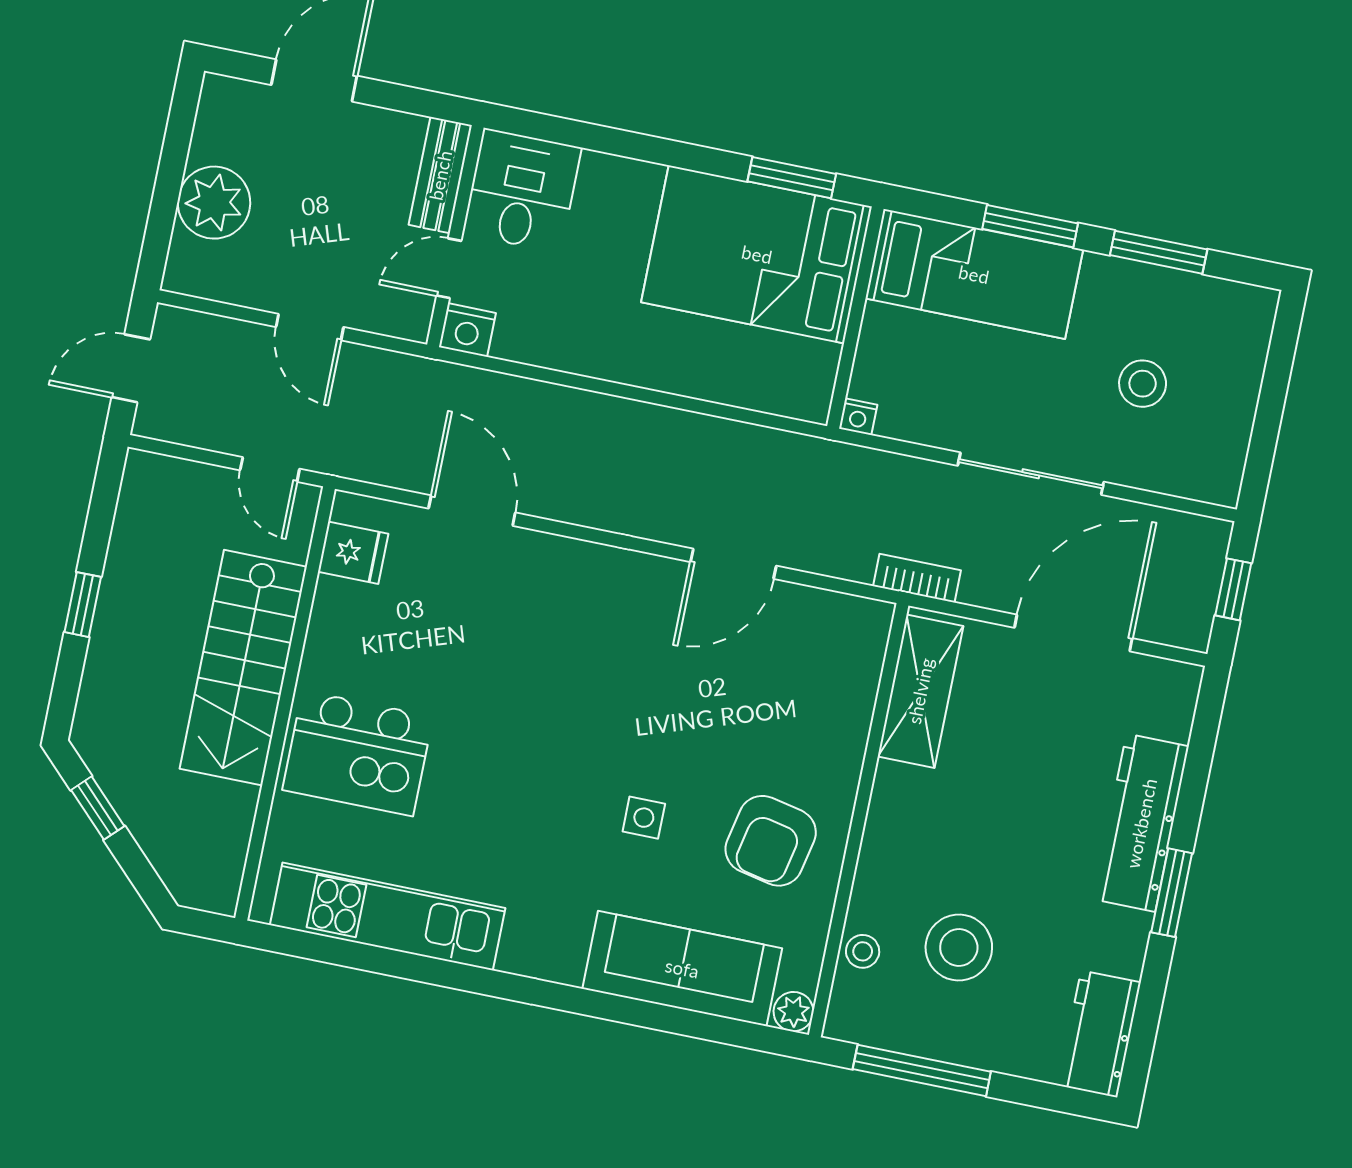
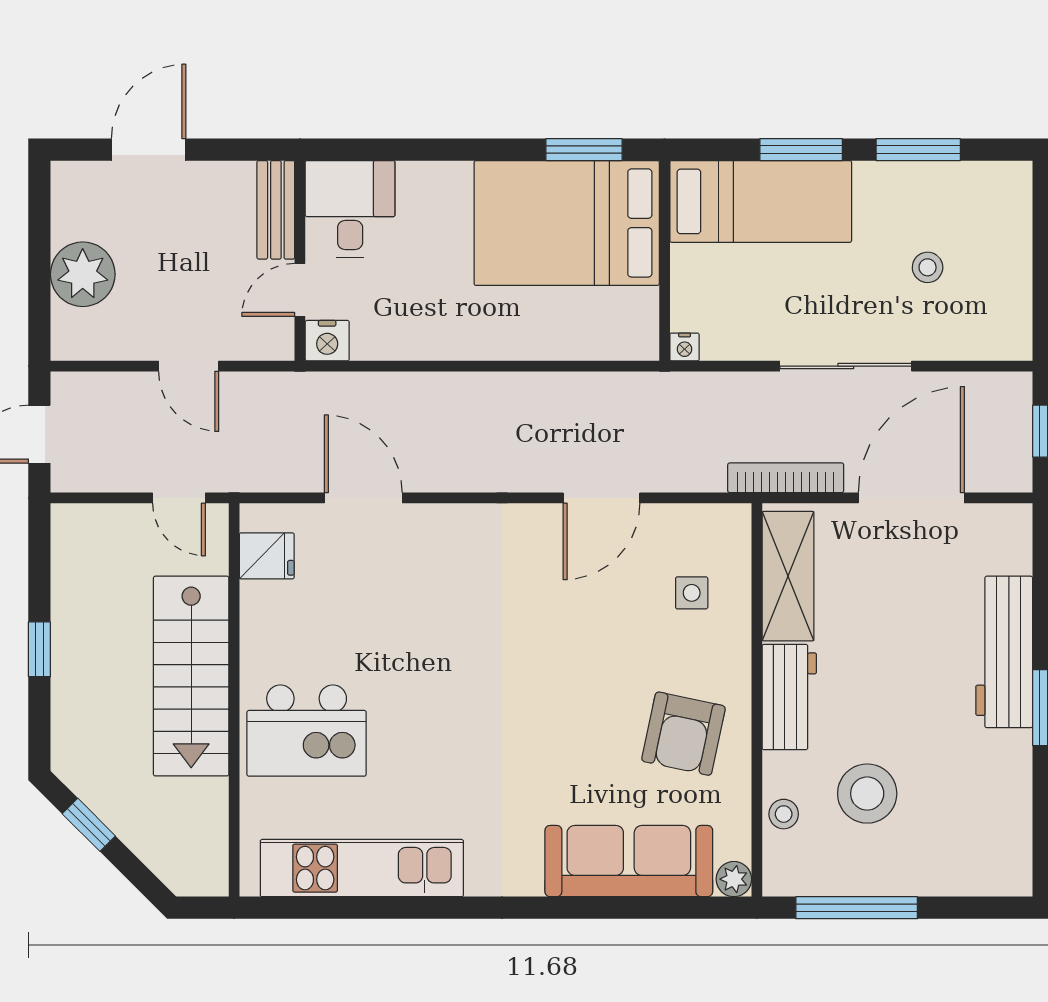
stool: (1143, 384) -> (928, 267), width x0.73, depth x0.73
bookcase: (917, 578) -> (786, 478), width x1.56
side table: (644, 818) -> (692, 593), moved
workbench: (1099, 1034) -> (789, 697), moved, turned 180

